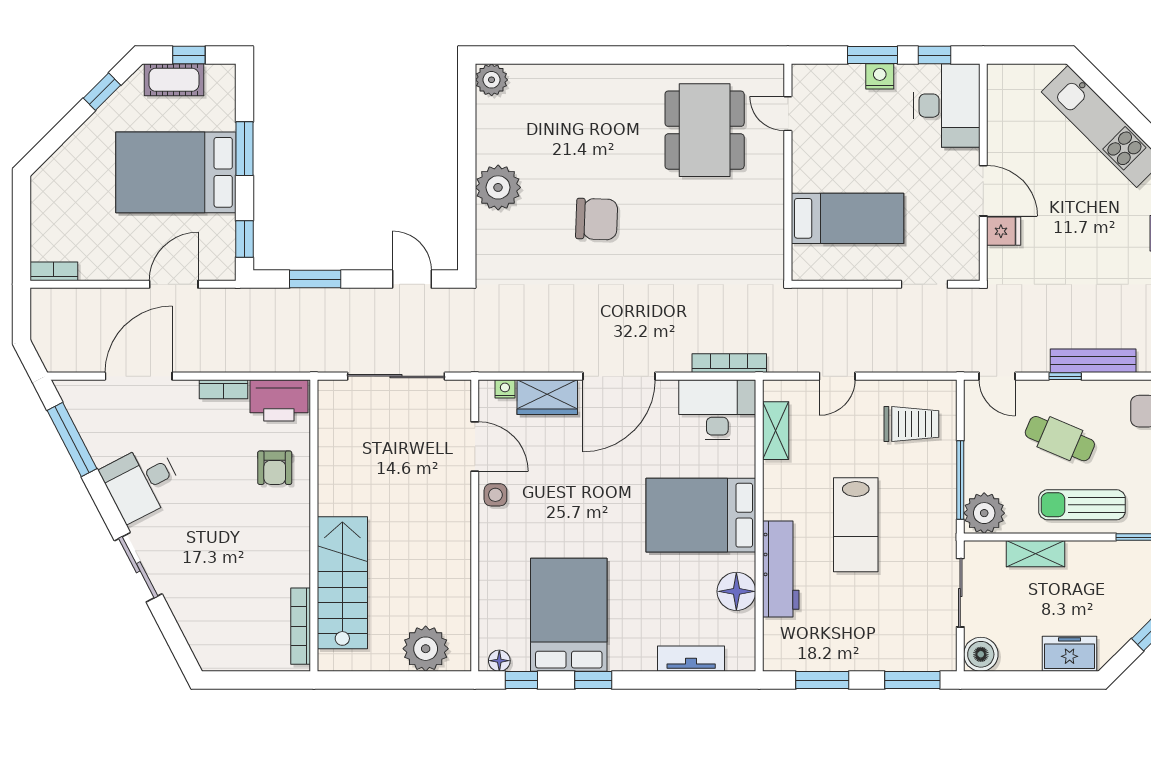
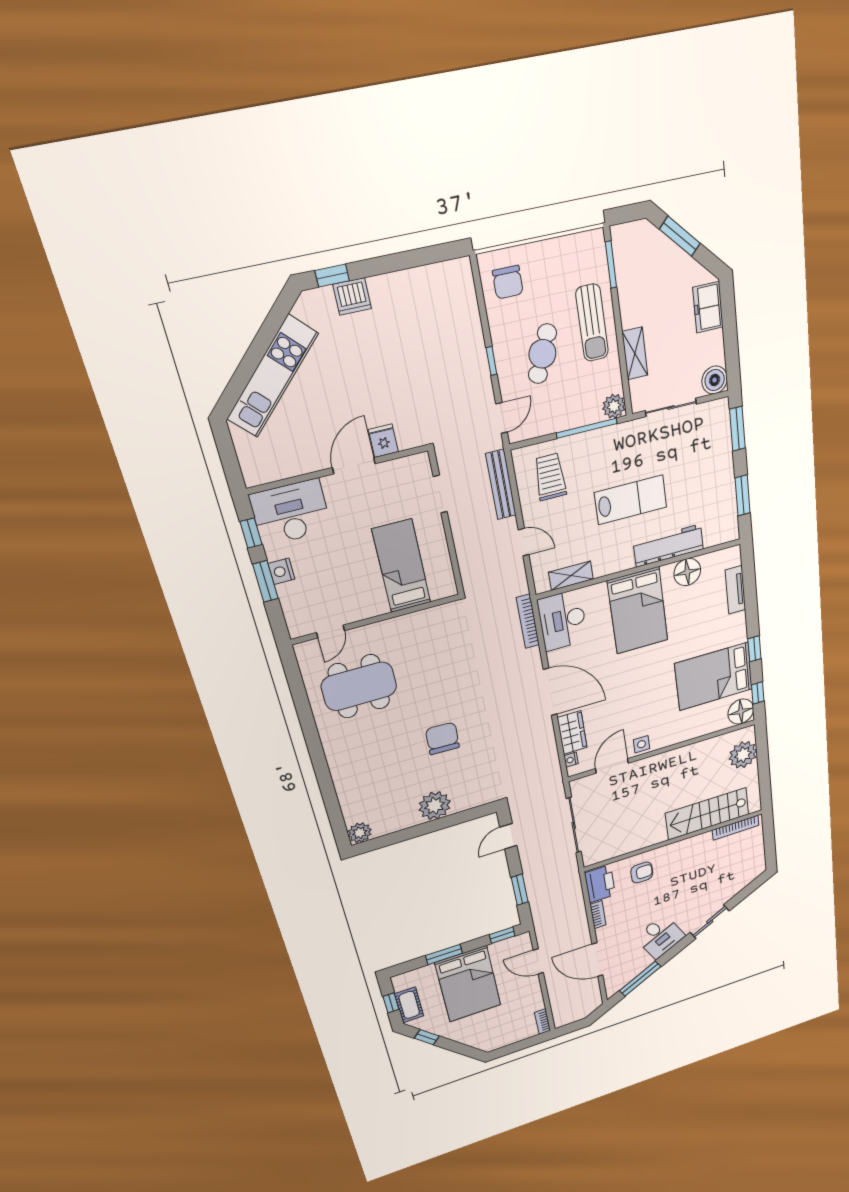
bench: (1093, 361) -> (501, 485), moved
plant: (984, 513) -> (614, 406), width x0.73, depth x0.73
floor lamp: (499, 661) -> (741, 712), width x1.89, depth x1.89

